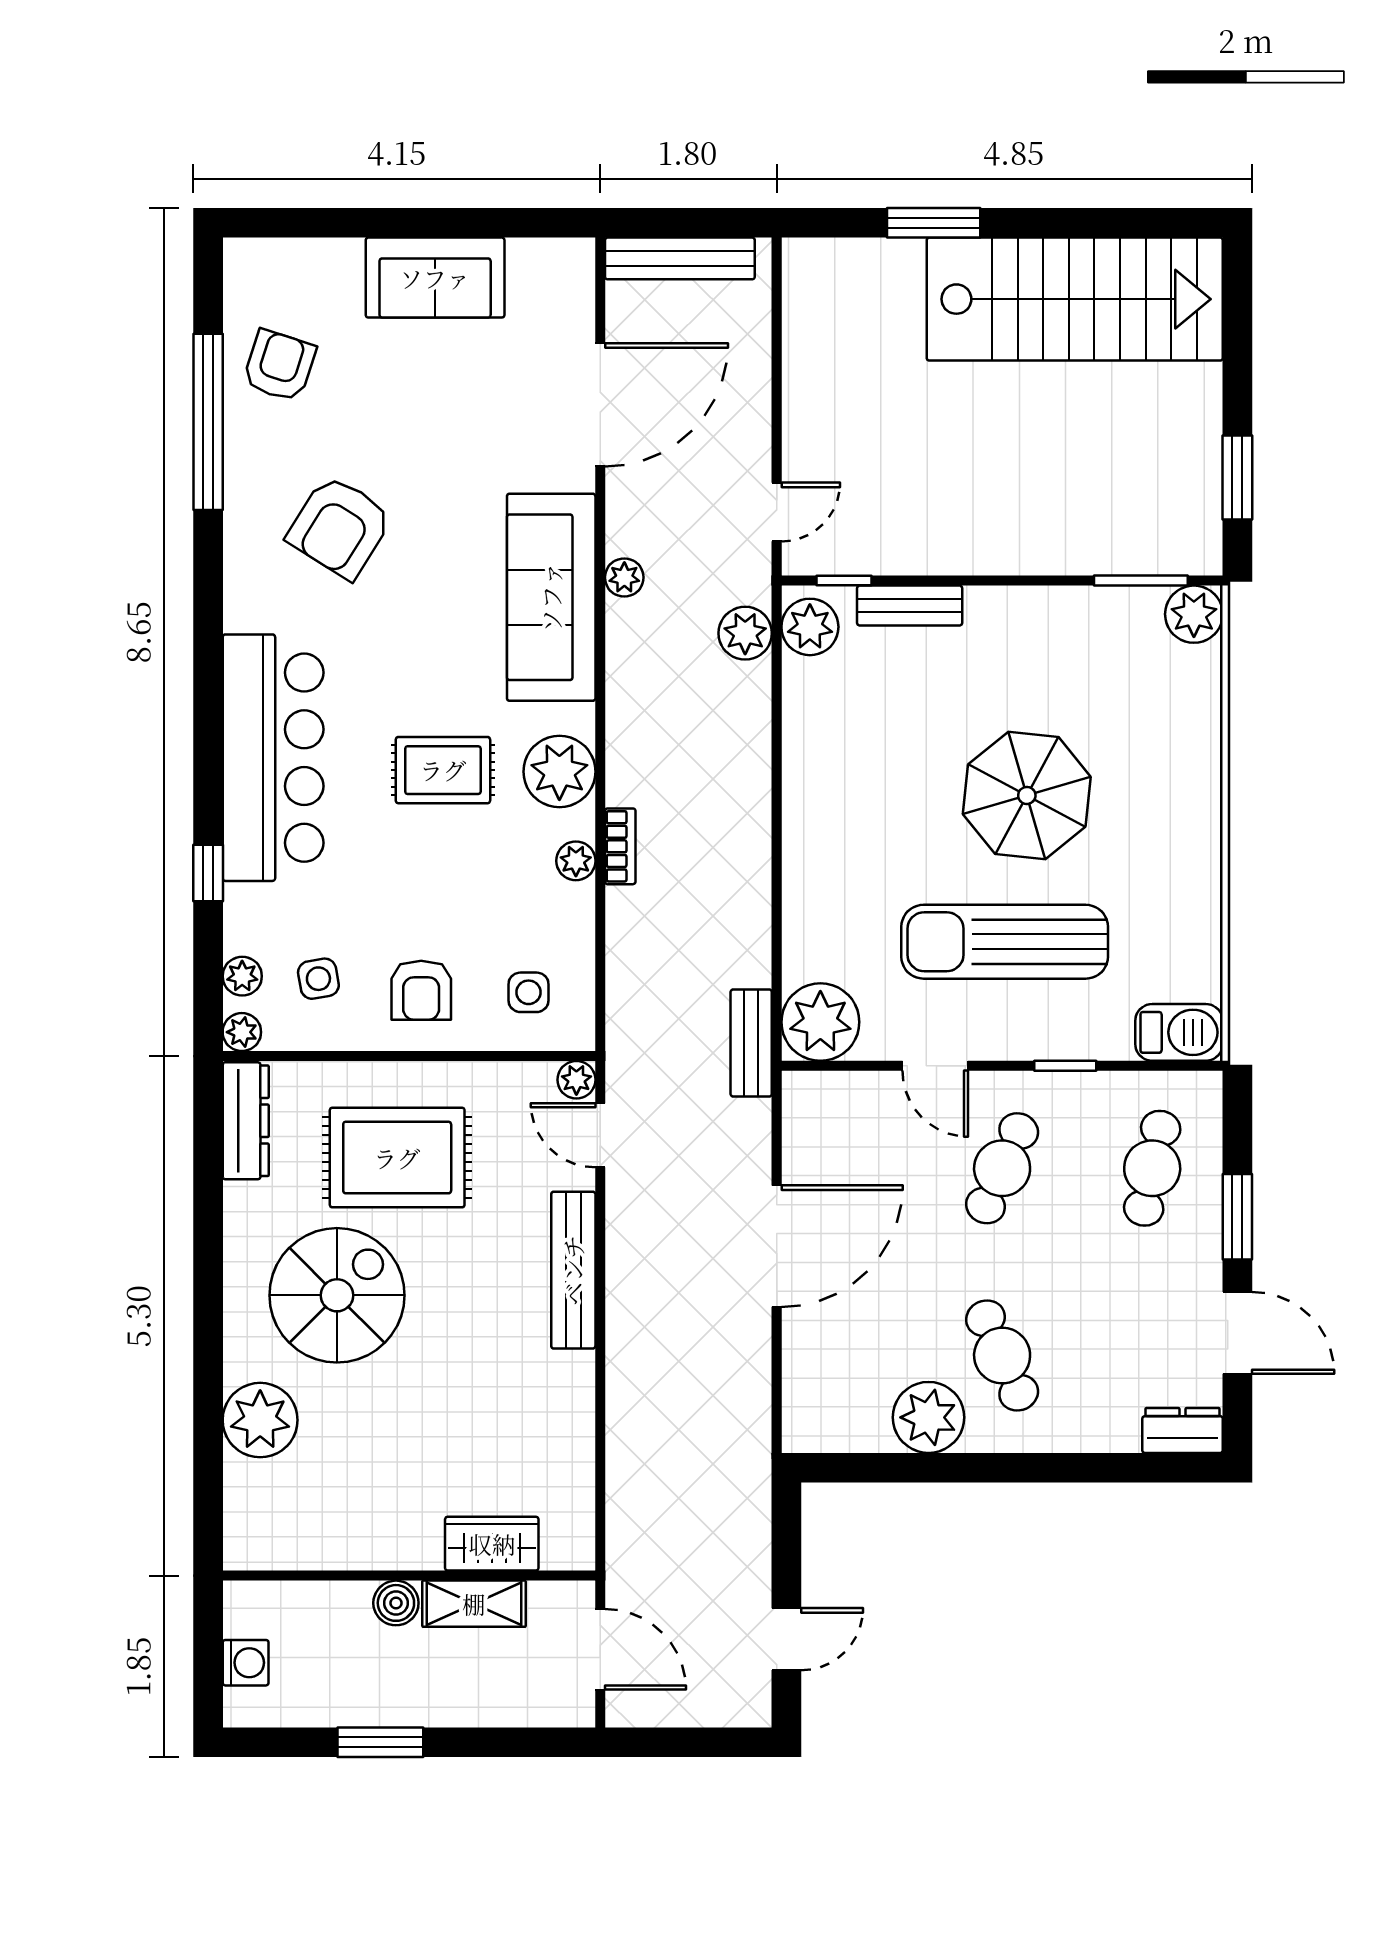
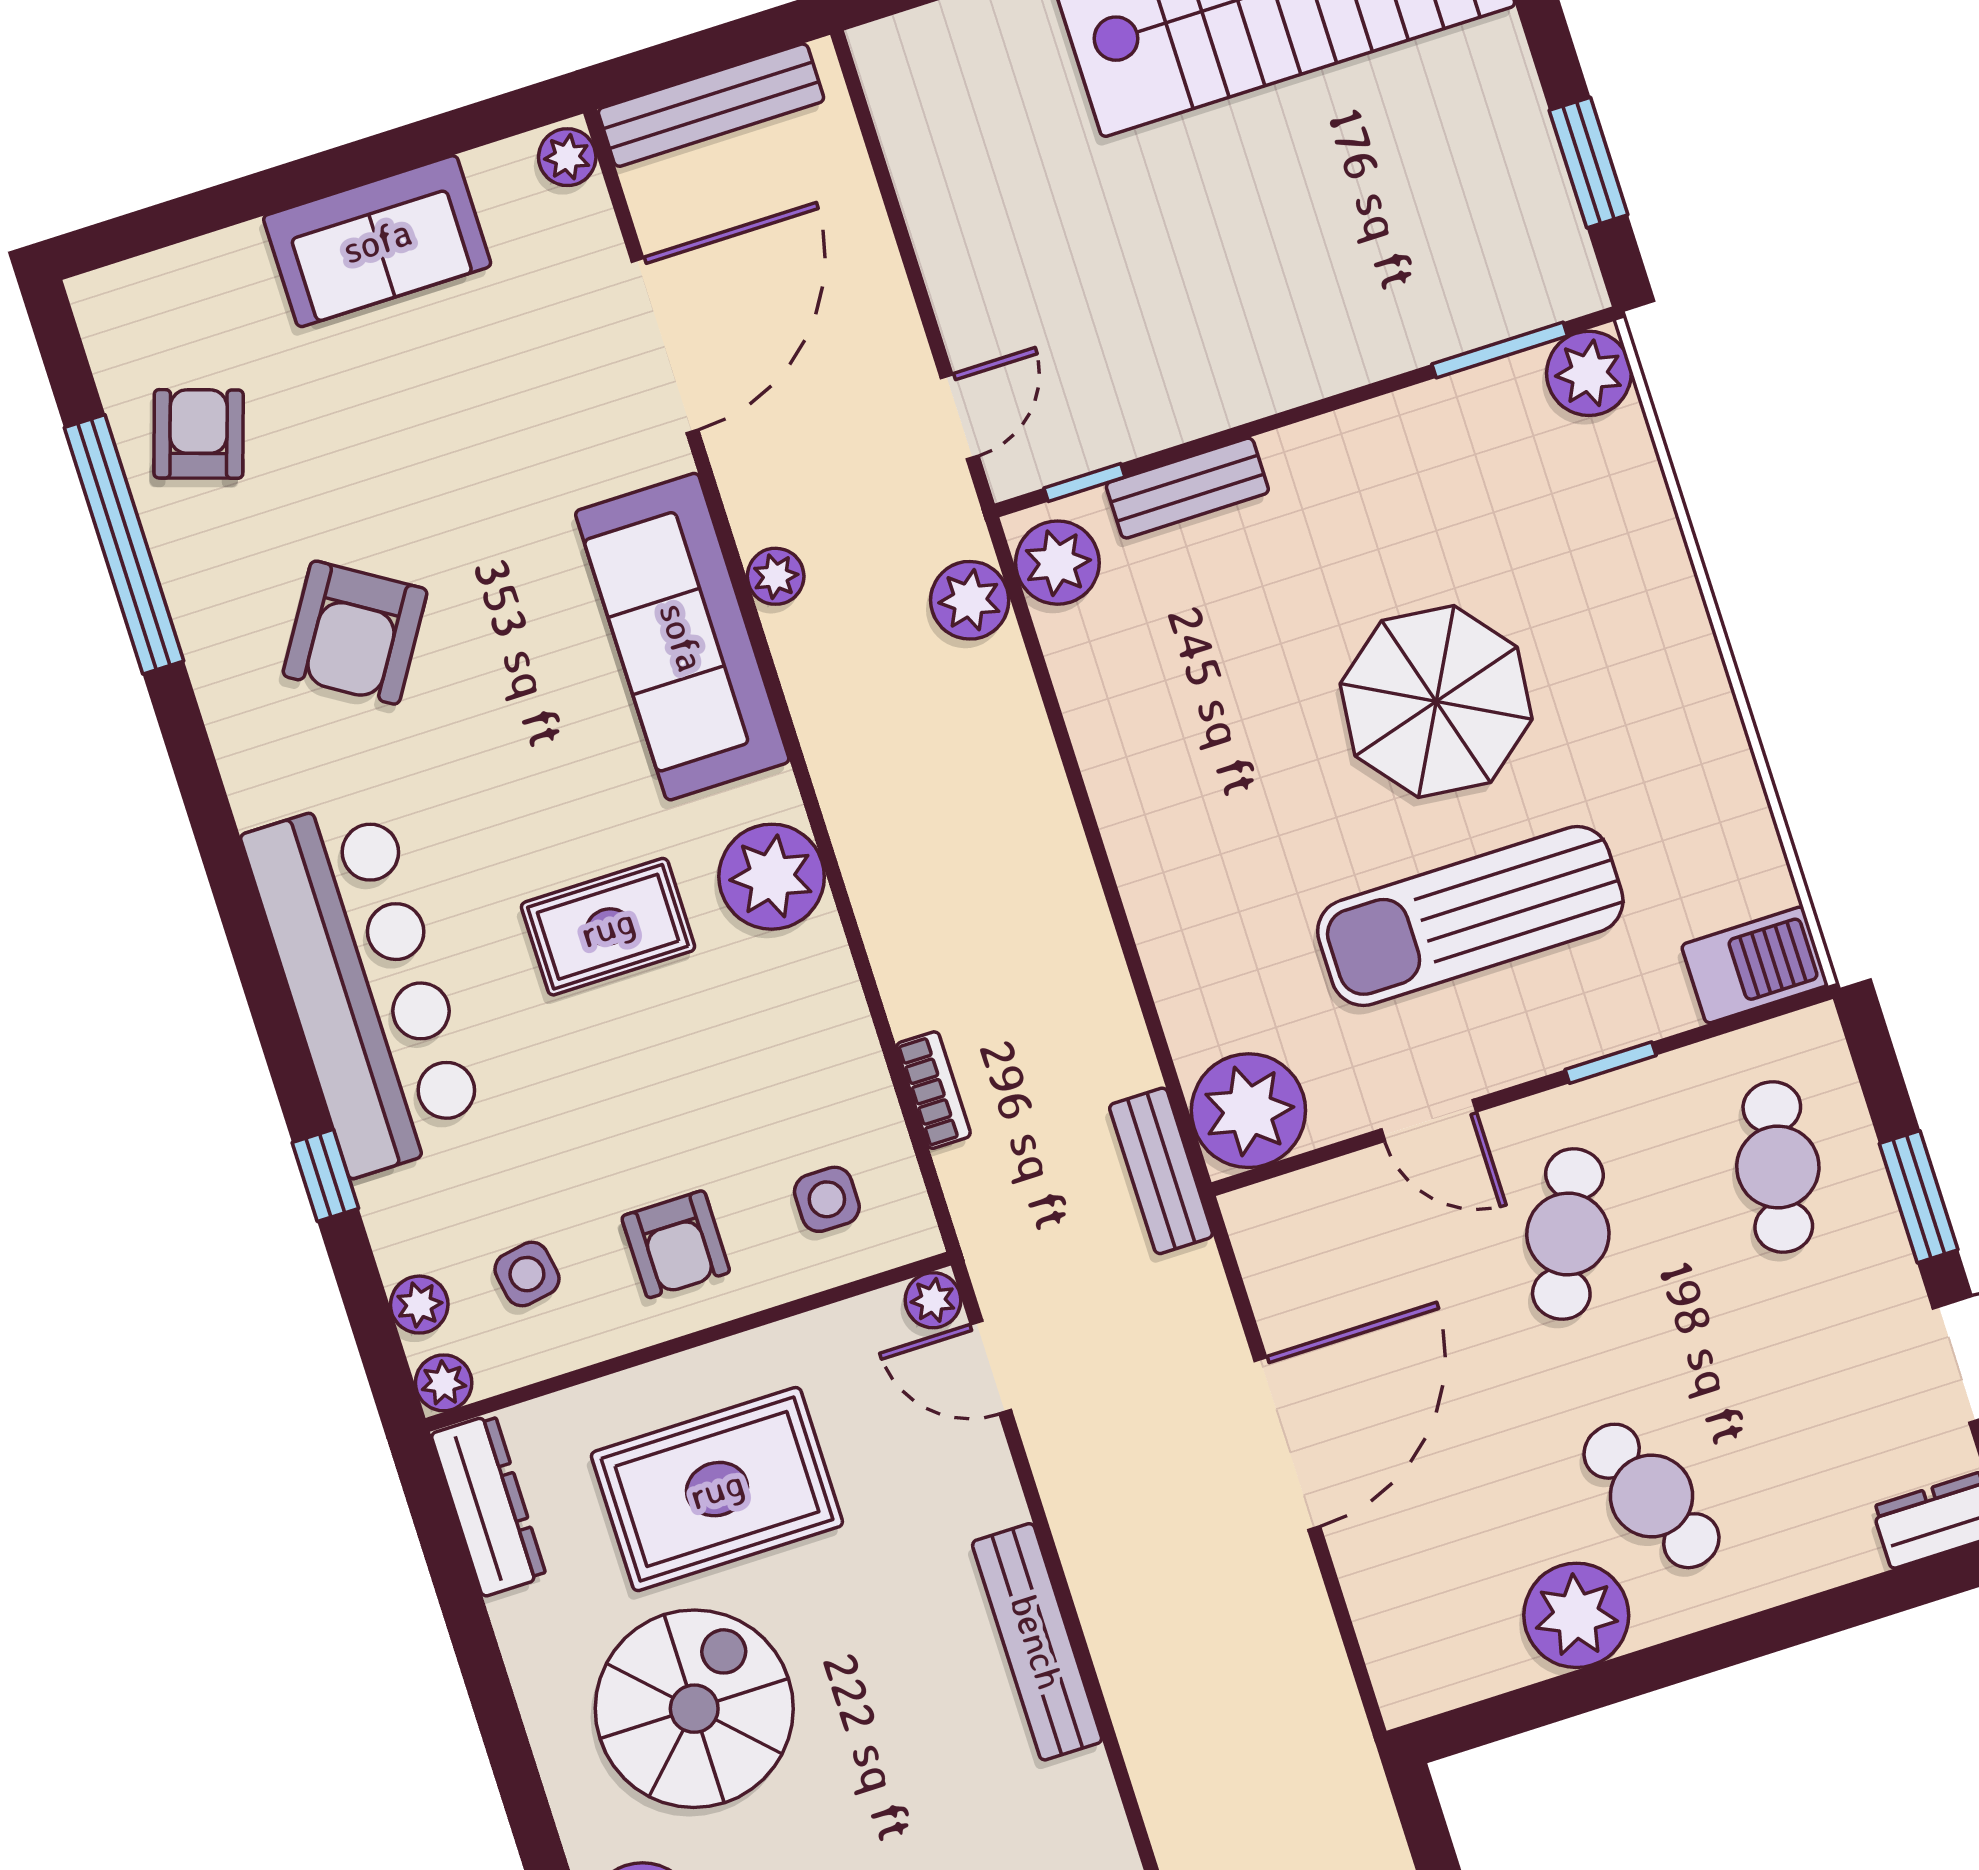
bookcase: (620, 846) -> (933, 1090), moved
plant: (576, 861) -> (567, 157), moved
bench: (573, 1270) -> (1037, 1642), moved

